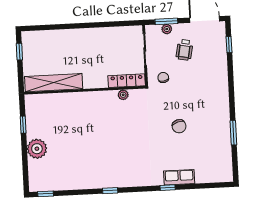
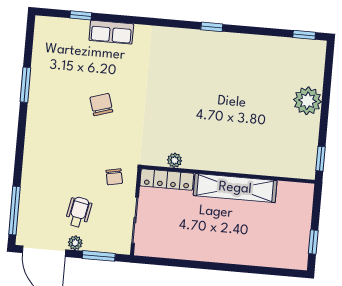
plant: (167, 29) -> (75, 243), moved
window: (229, 45) -> (14, 211), width x2.17
shelving: (54, 83) -> (235, 188), moved
window: (23, 125) -> (321, 159), moved
window: (168, 188) -> (81, 15), moved

